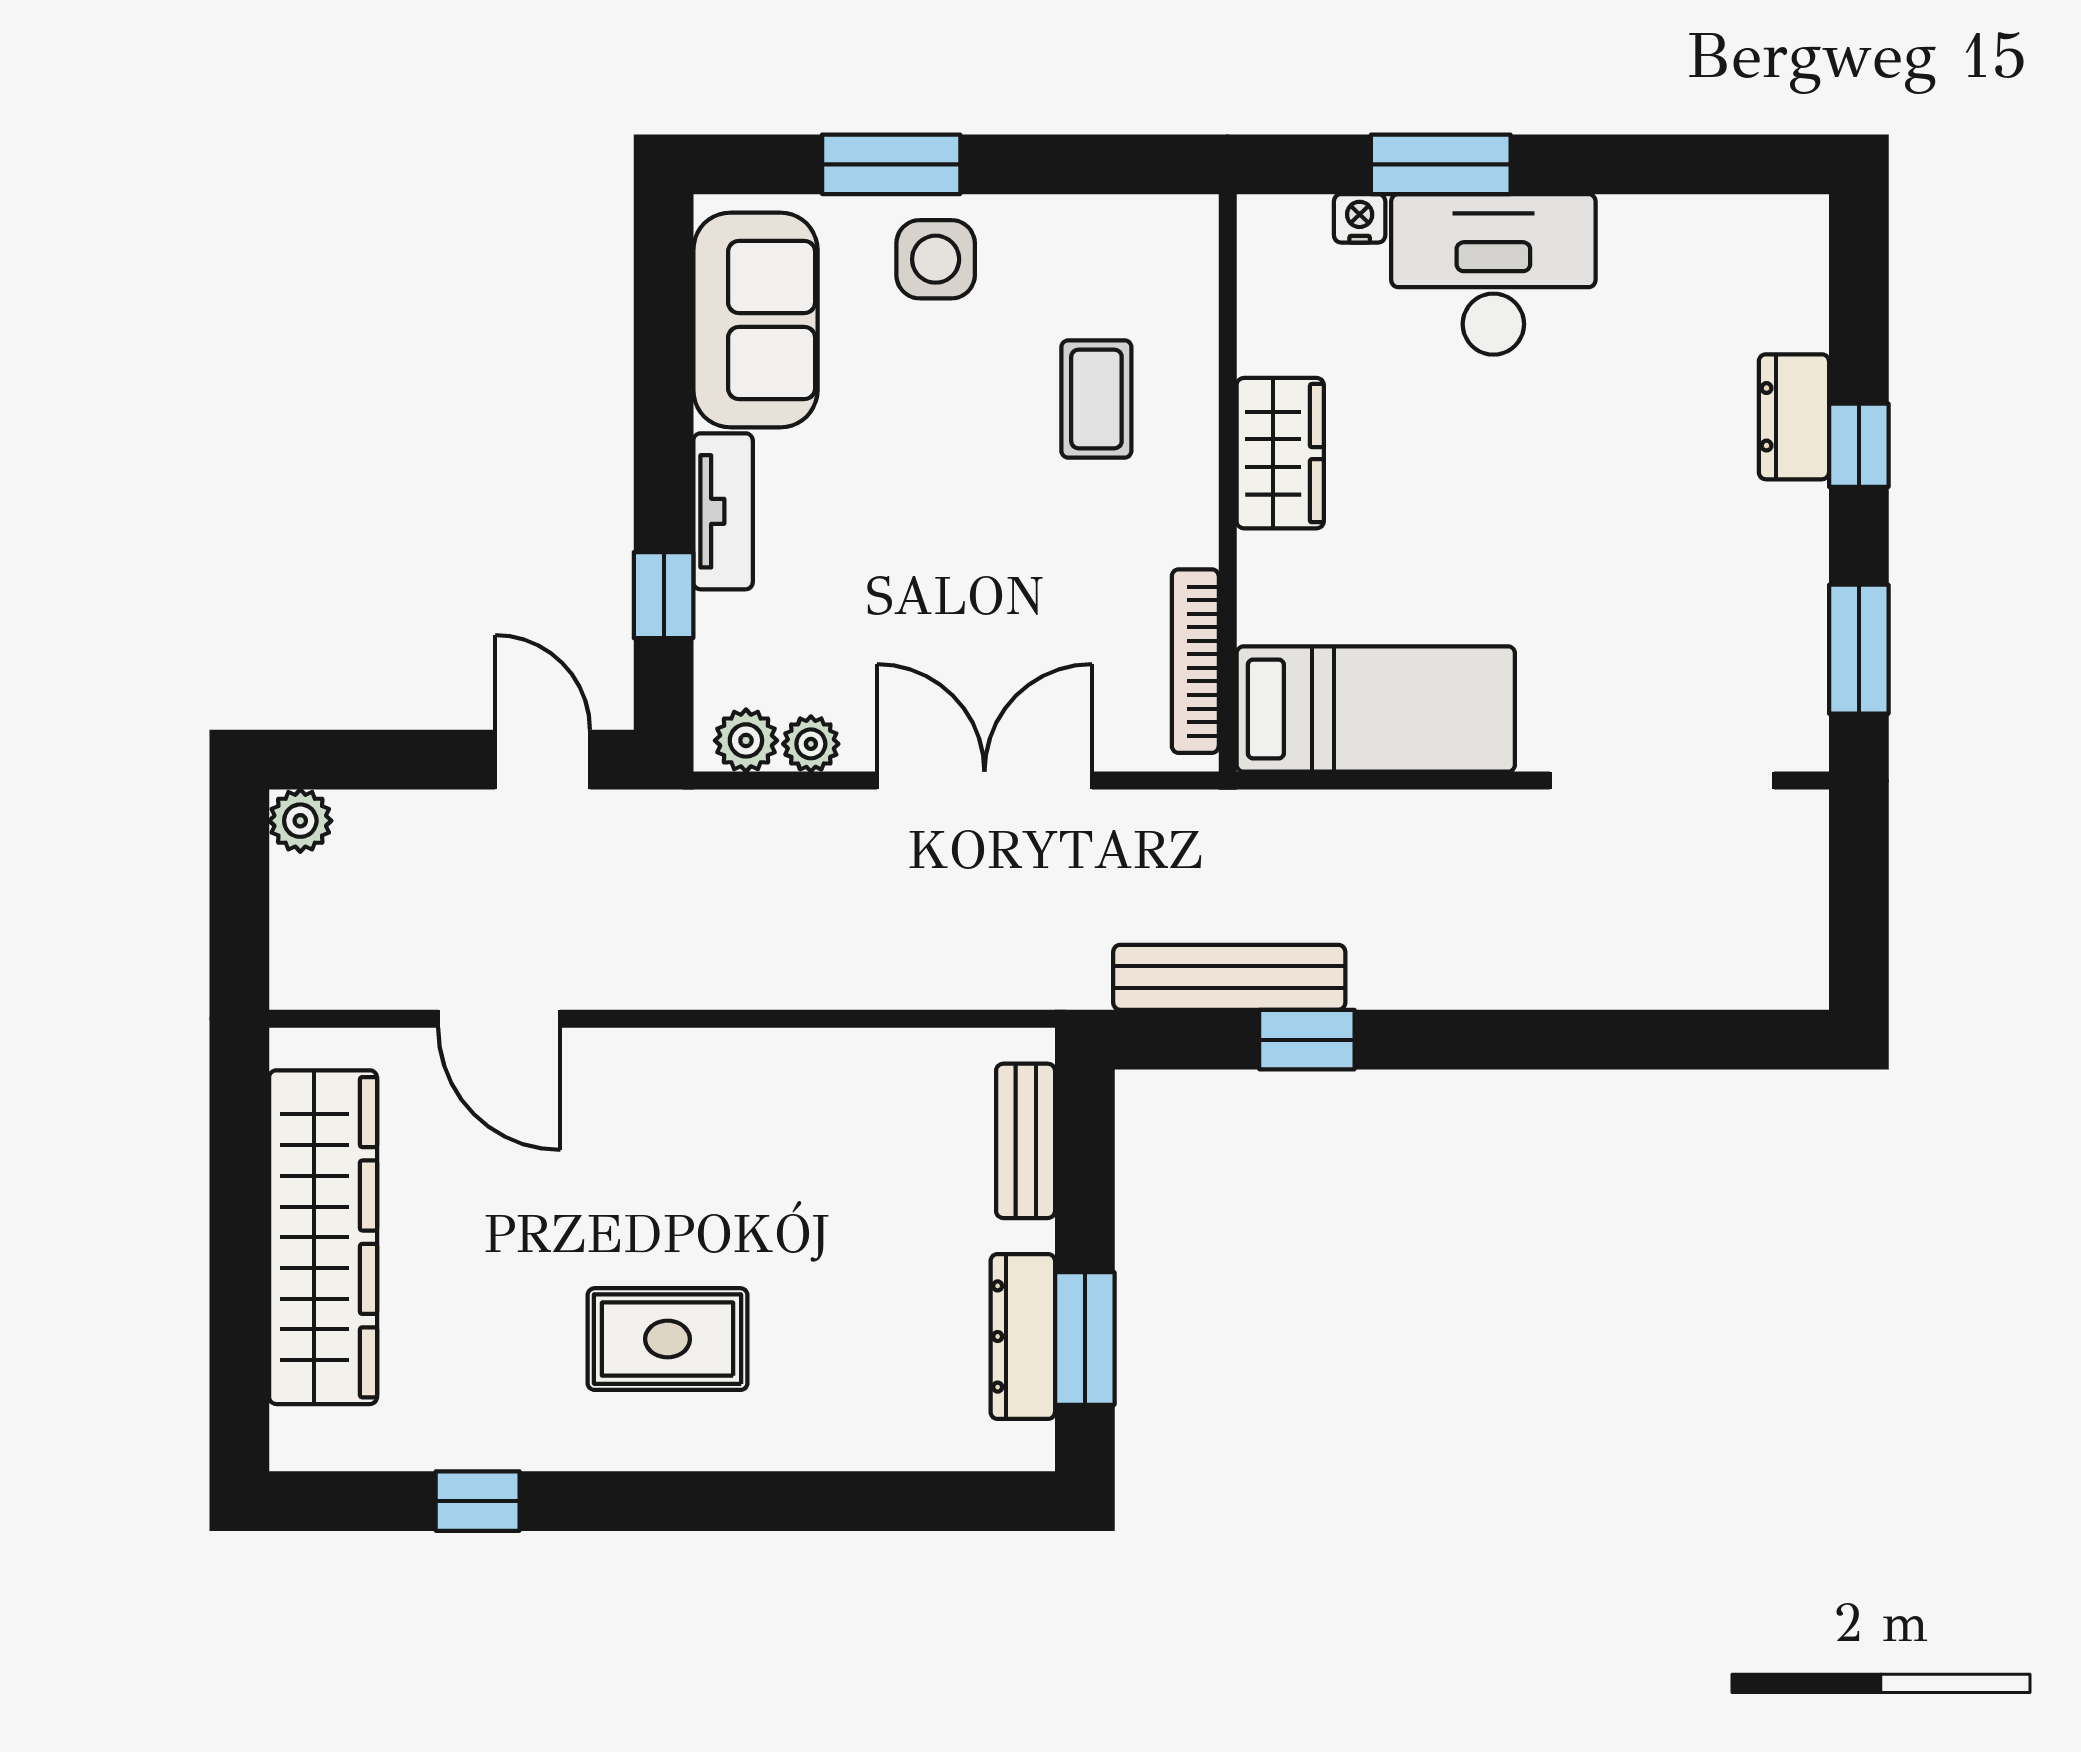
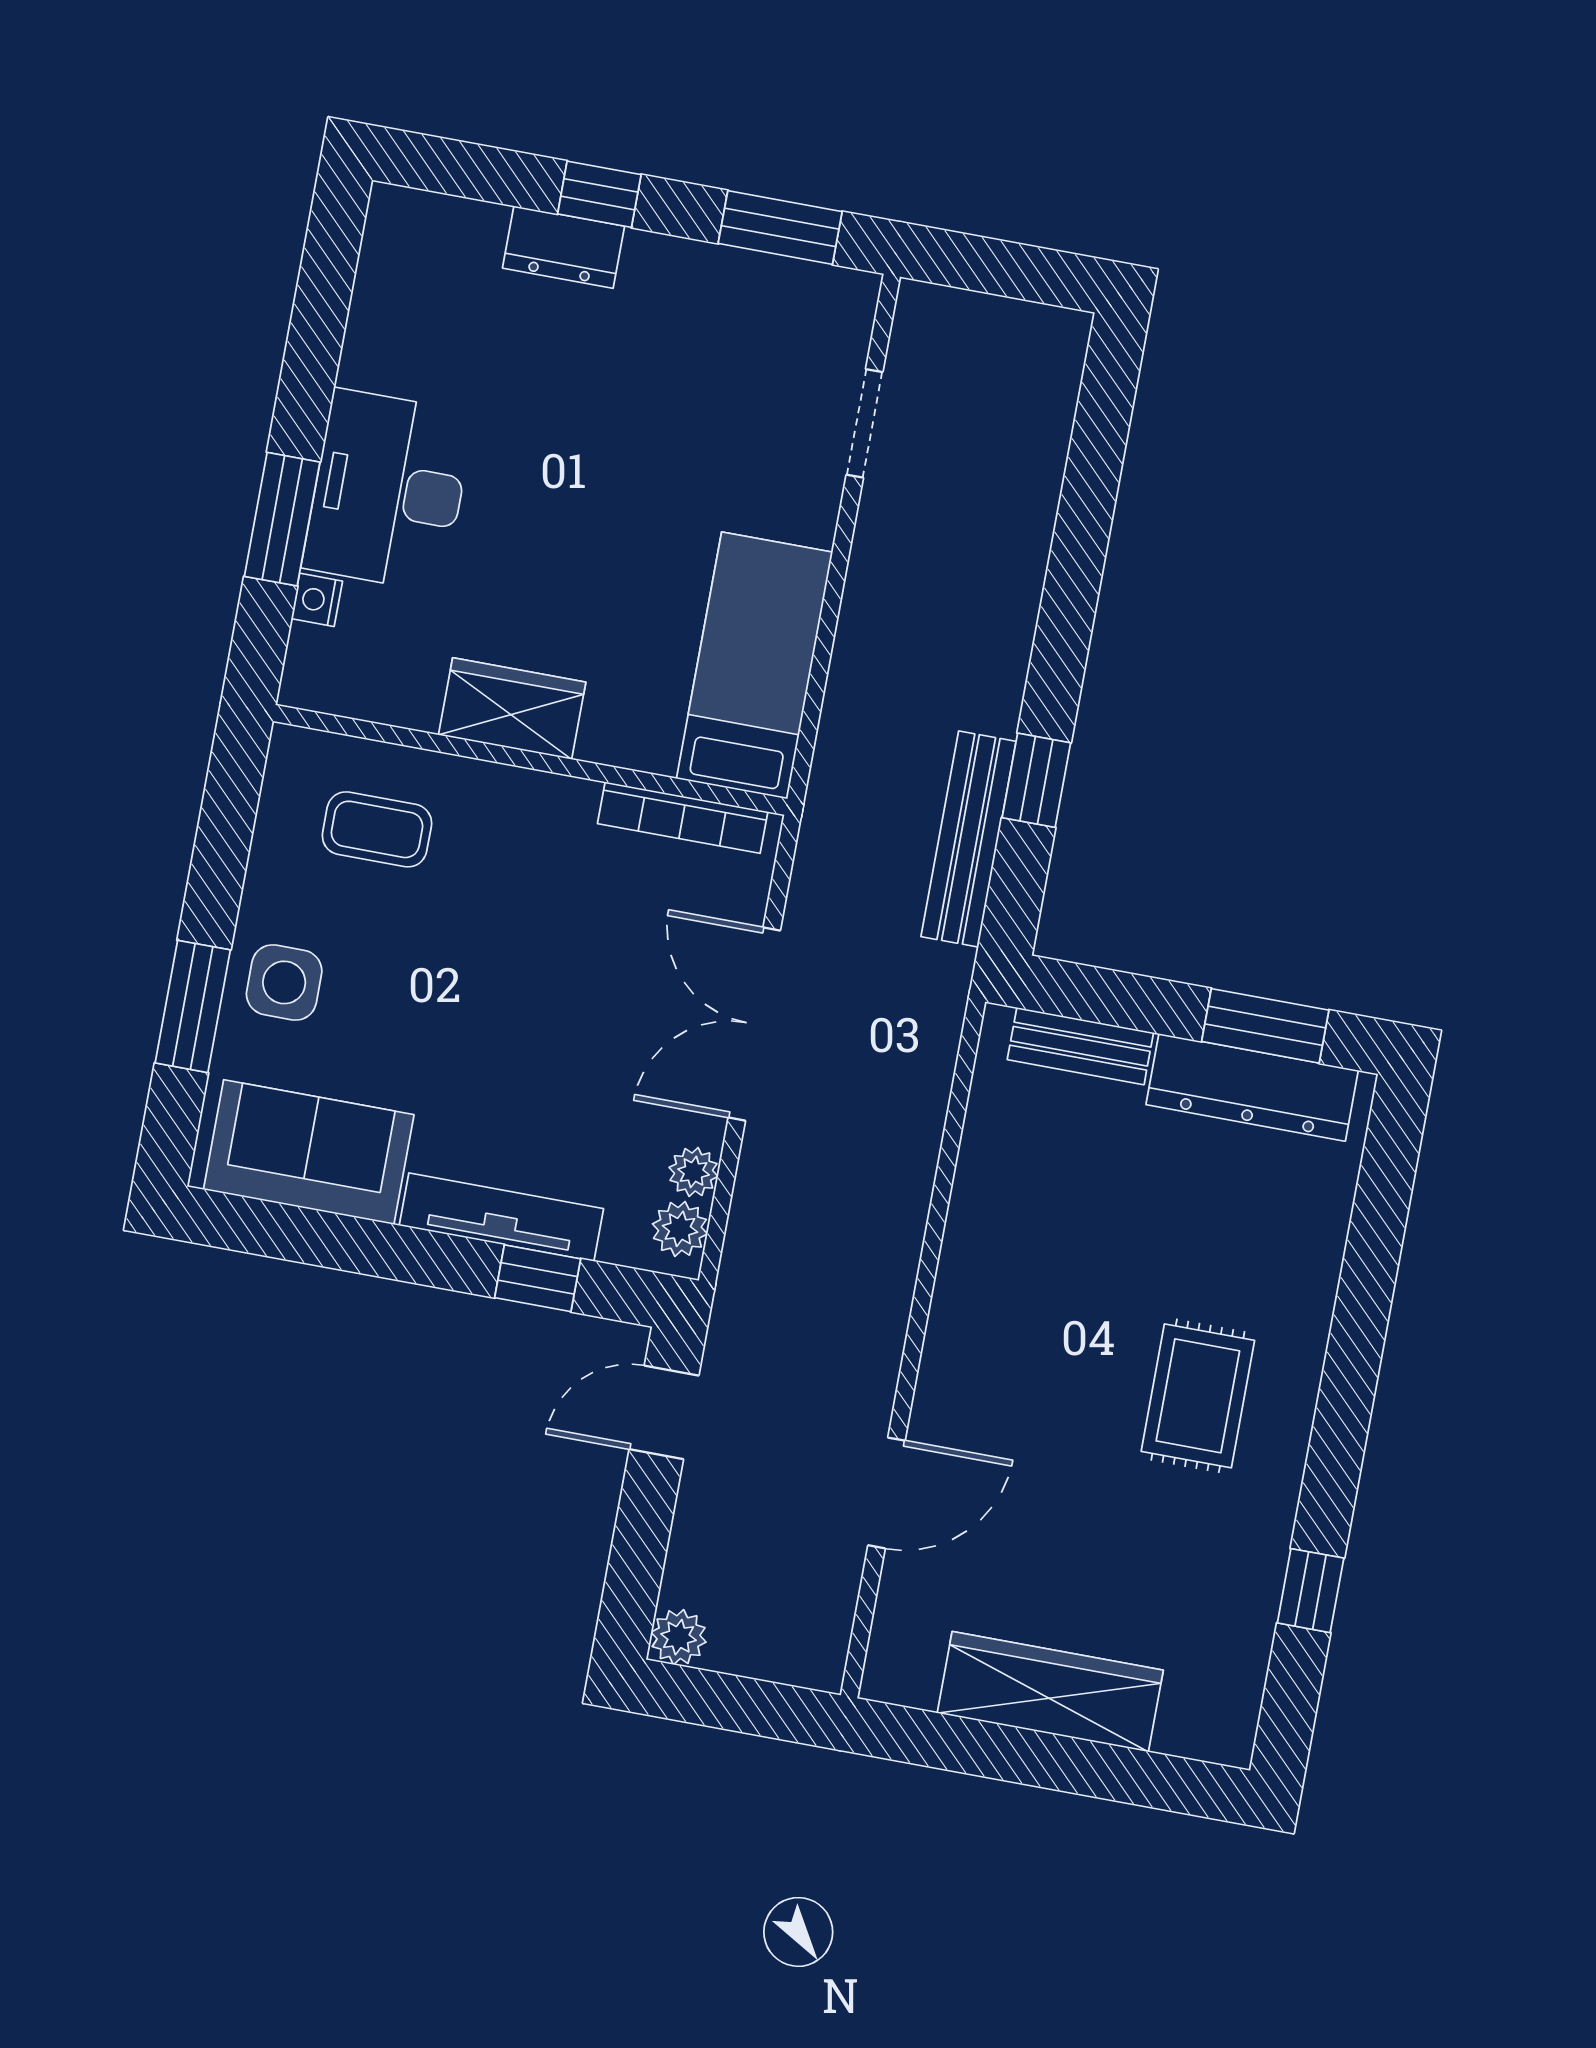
coffee table: (1096, 399) -> (377, 829), moved
tv unit: (723, 511) -> (501, 1217), width x1.41
doorway: (1662, 781) -> (865, 423), width x0.53
wardrobe: (323, 1237) -> (1050, 1692), width x0.71, depth x0.85
dresser: (1023, 1336) -> (1252, 1087), width x1.37, depth x1.24

